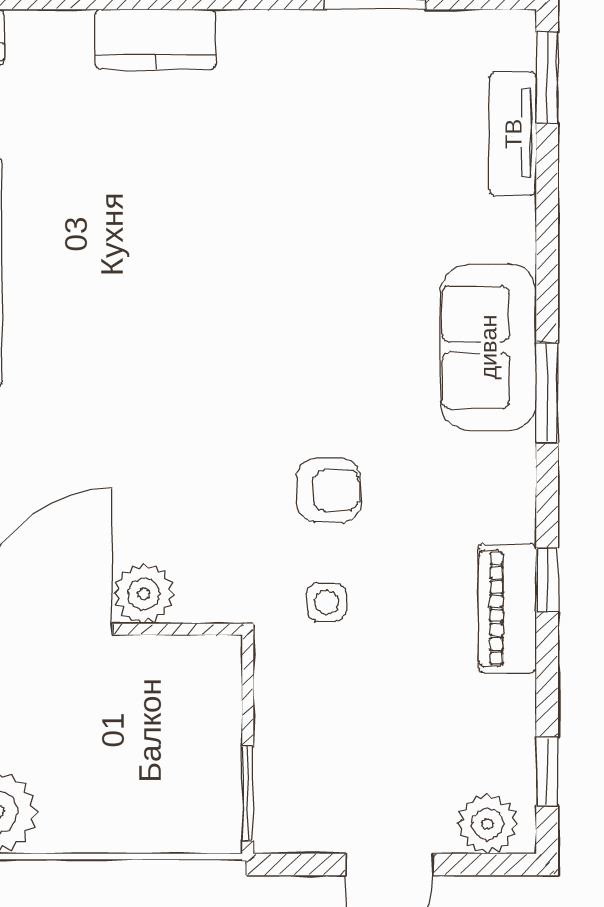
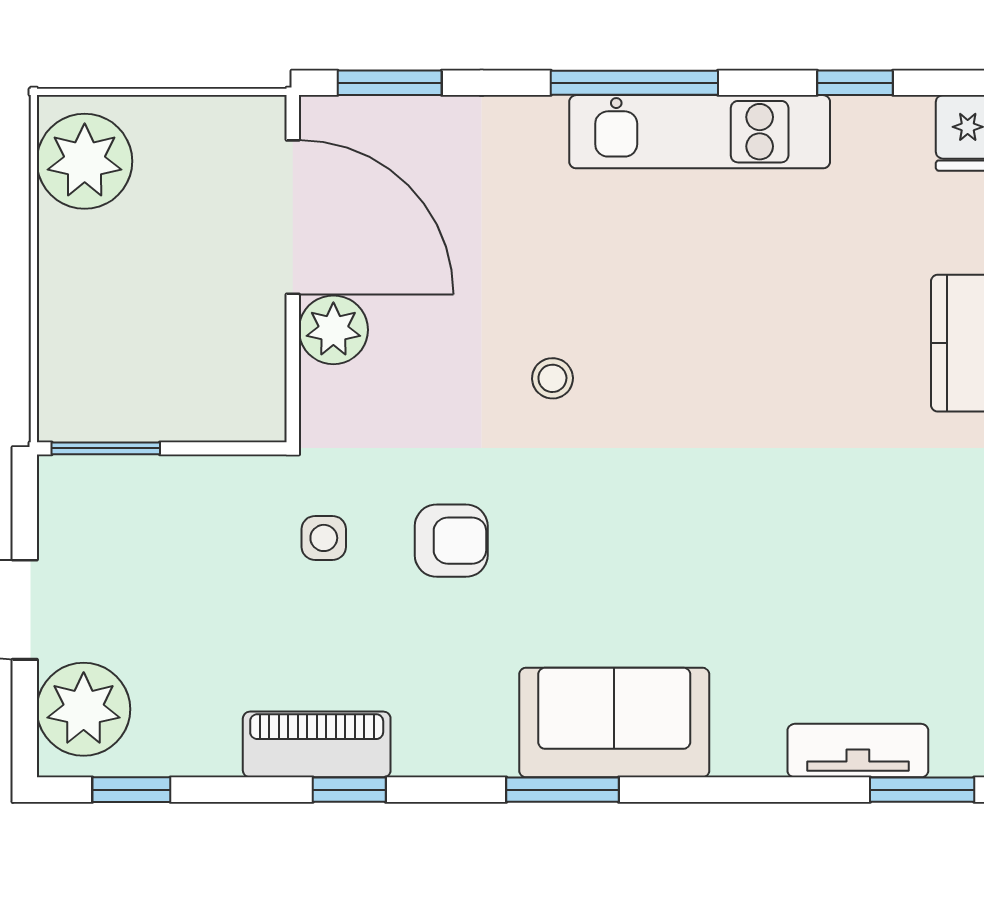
stool: (186, 402) -> (552, 378), added
armchair: (329, 490) -> (451, 541), turned -90
plant: (488, 824) -> (84, 709), width x1.36, depth x1.36

